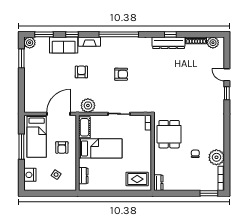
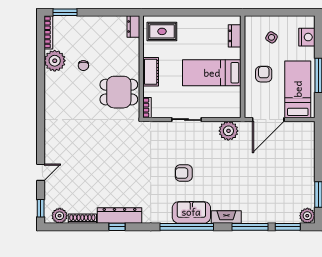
window: (72, 34) -> (250, 227), width x2.17
sofa: (64, 45) -> (191, 212), moved
armchair: (81, 72) -> (237, 176), removed
door: (227, 75) -> (41, 172), hinge flipped
window: (227, 93) -> (41, 208), moved
cot: (84, 127) -> (151, 72), moved
dining table: (169, 134) -> (119, 92), turned 90

